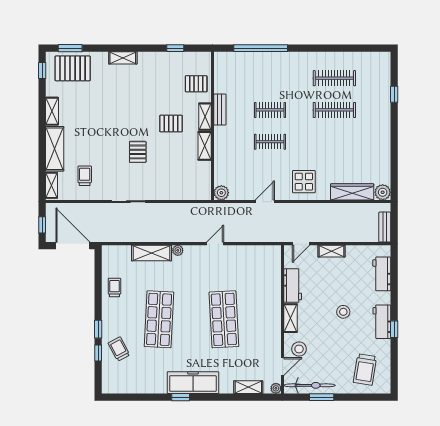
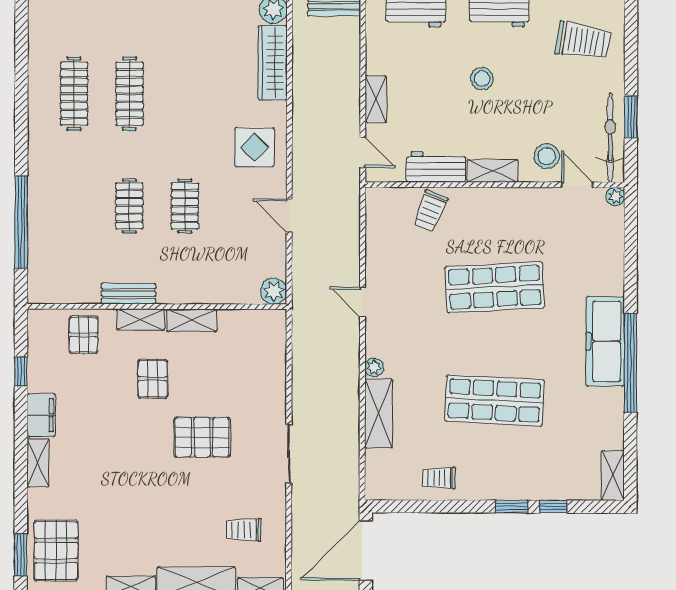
filing cabinet: (150, 60) -> (41, 415), added
pallet: (138, 152) -> (202, 437), width x1.50, depth x1.42
trolley: (119, 349) -> (430, 211), moved, turned -40
shelving: (248, 387) -> (613, 476), moved
window: (181, 397) -> (630, 363), width x3.17

